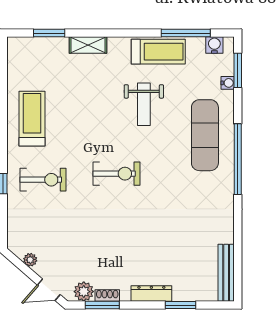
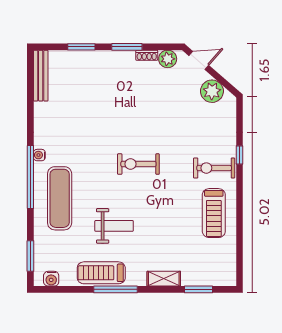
window: (186, 33) -> (115, 289), moved
water cooler: (228, 83) -> (39, 155), moved
weight bench: (144, 104) -> (114, 226), turned 90
exercise bike: (43, 180) -> (214, 168), moved
plant: (30, 260) -> (212, 91), width x1.87, depth x1.87
dresser: (151, 294) -> (107, 57), removed
window: (102, 305) -> (127, 47), moved

